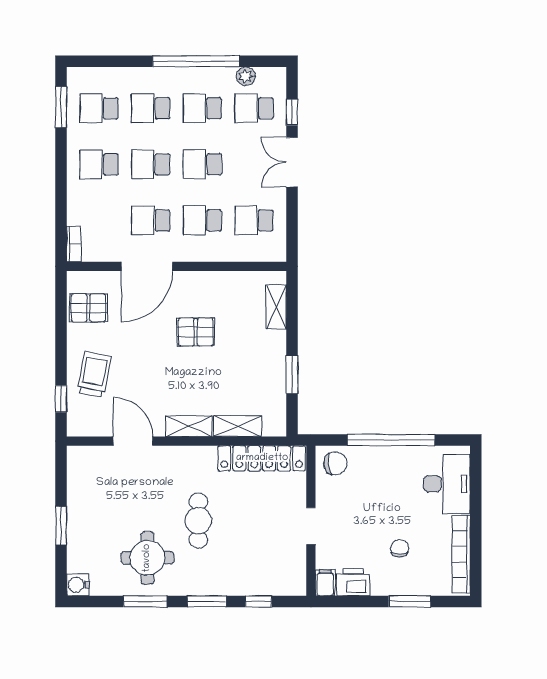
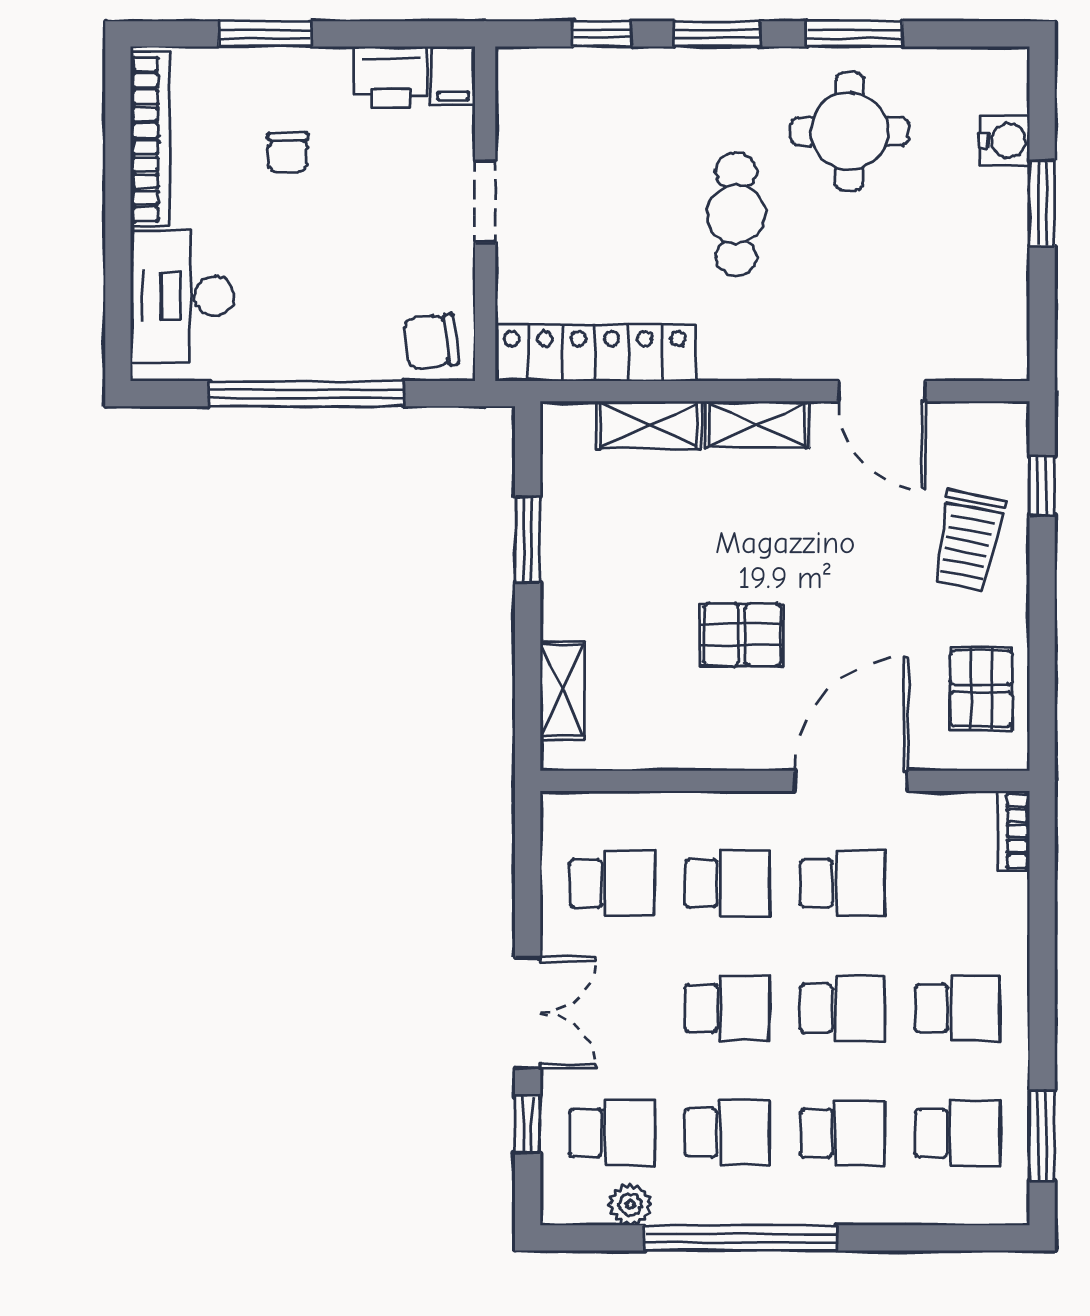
pallet: (88, 308) -> (981, 688), turned 90
water cooler: (78, 585) -> (1005, 140), moved

